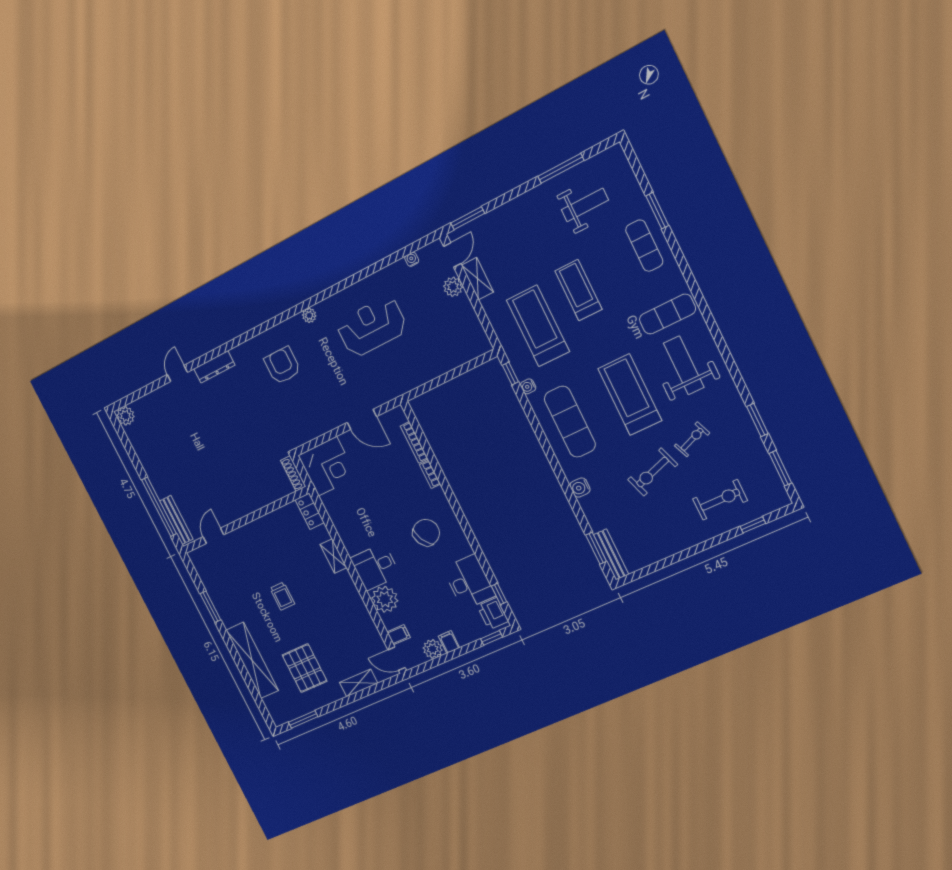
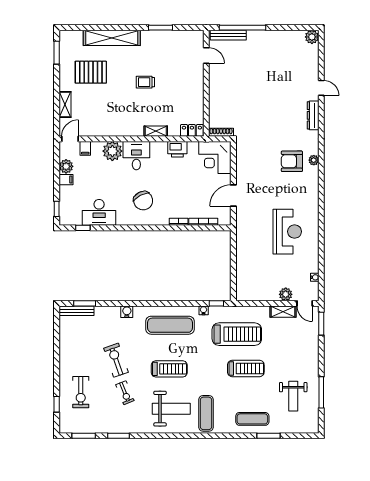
plant: (309, 315) -> (314, 160), moved
armchair: (282, 365) -> (292, 161), turned 180
treadmill: (630, 395) -> (169, 369), width x0.73, depth x0.73
printer: (493, 614) -> (177, 149), moved, turned 180

